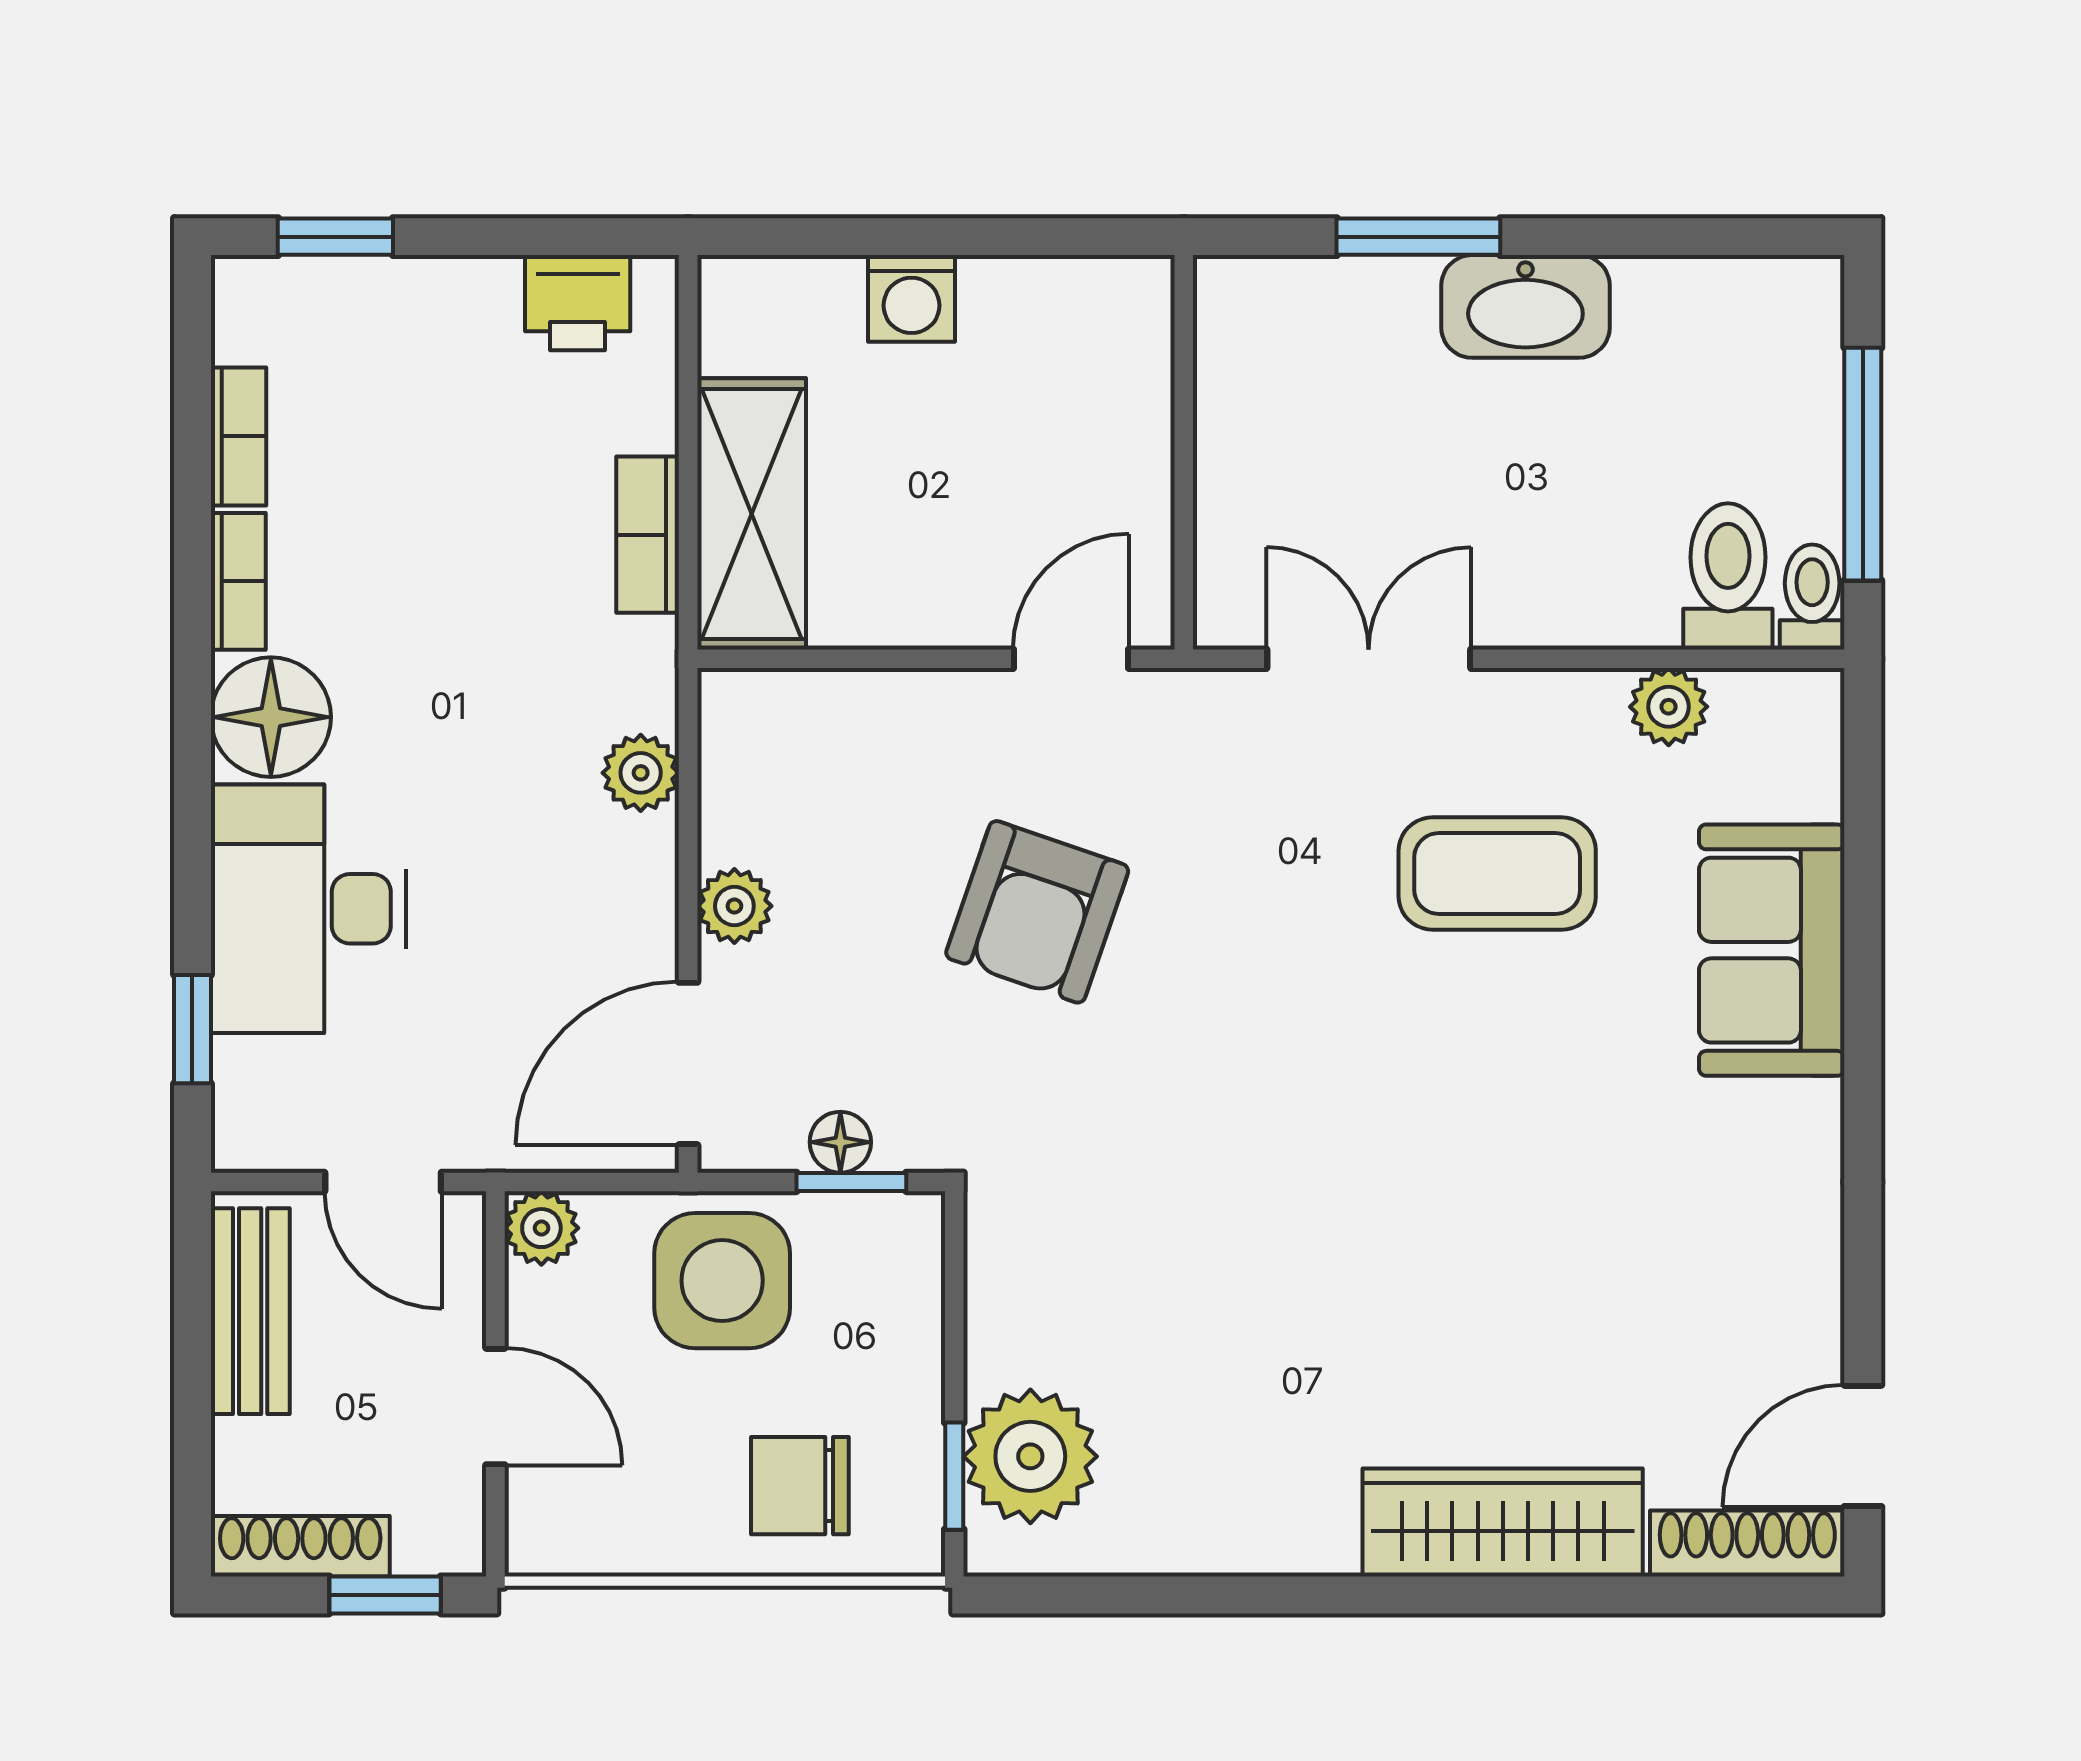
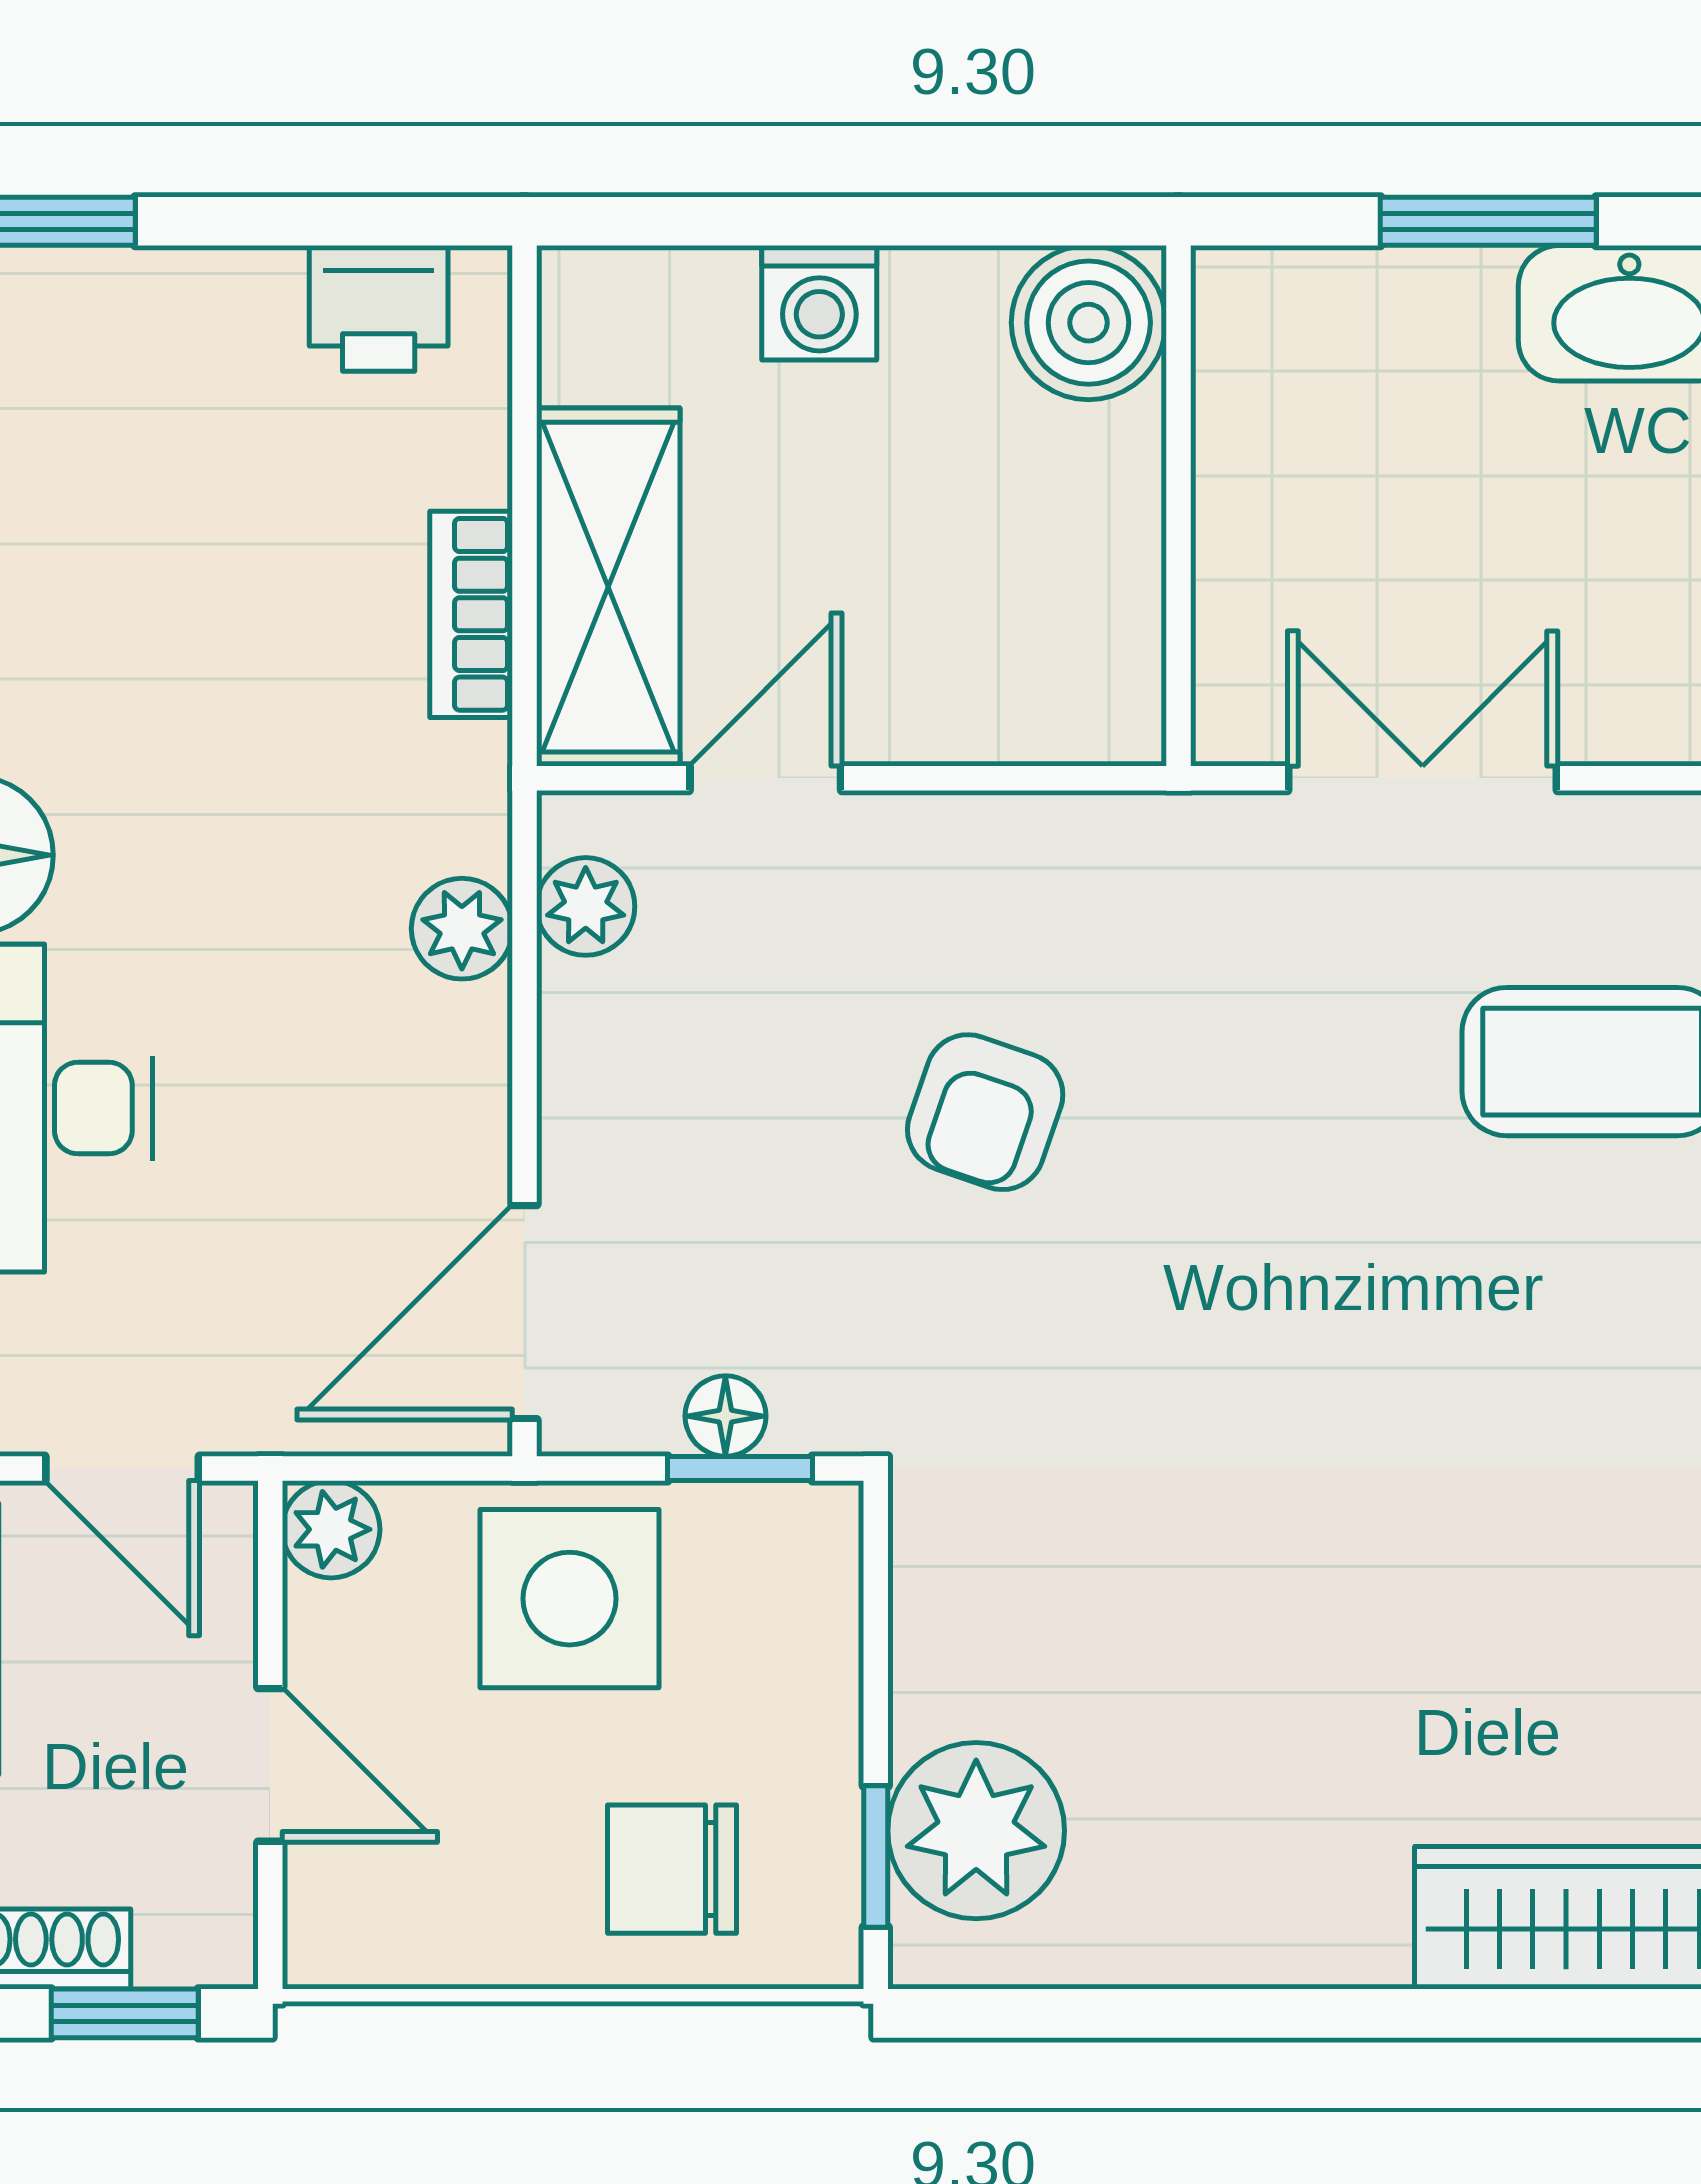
boiler: (1116, 313) -> (1089, 323), added
door: (1071, 659) -> (765, 778), moved
plant: (734, 906) -> (586, 906), moved
armchair: (1037, 912) -> (985, 1112), width x0.72, depth x0.72

